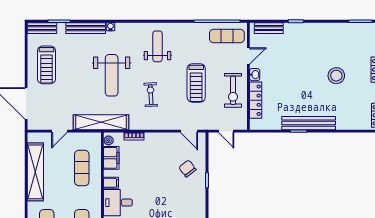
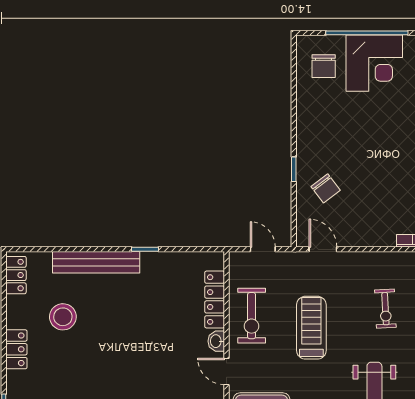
door: (248, 56) -> (227, 371), hinge flipped
stool: (336, 76) -> (63, 317), moved
exercise bike: (233, 90) -> (252, 316), turned 180
bench: (309, 123) -> (96, 262), moved

